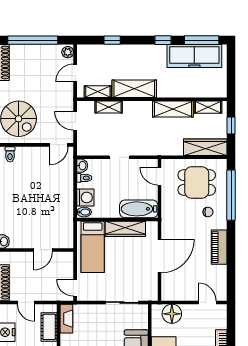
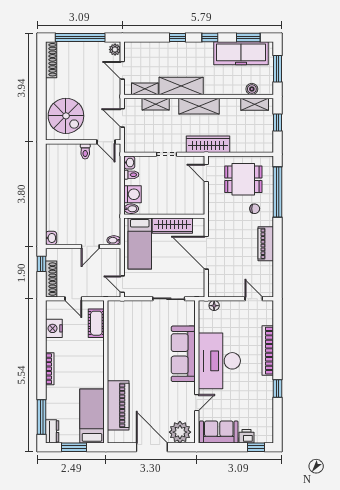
window: (112, 40) -> (178, 38), moved
window: (202, 40) -> (248, 38), width x0.69
window: (231, 71) -> (278, 69), added
door: (75, 73) -> (122, 70), hinge flipped
boiler: (205, 92) -> (252, 89), added
shelving: (173, 109) -> (199, 106), moved
door: (59, 145) -> (106, 142), hinge flipped
wardrobe: (205, 147) -> (208, 144), moved
toilet: (10, 154) -> (85, 151), moved
bathtub: (139, 209) -> (186, 206), removed
bidet: (67, 244) -> (114, 240), added
door: (159, 256) -> (206, 253), swing flipped
floor lamp: (172, 314) -> (214, 306), width x0.53, depth x0.53
fireplace: (66, 319) -> (114, 315), removed

